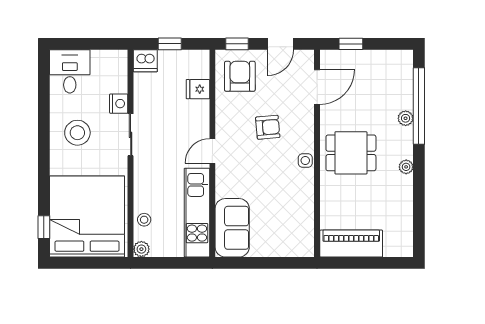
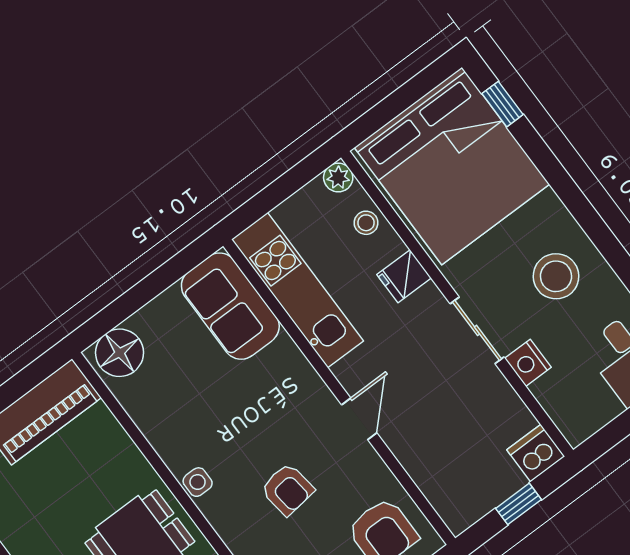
fridge: (198, 89) -> (404, 276), moved, turned 180
armchair: (268, 127) -> (287, 489), turned -92
door: (212, 151) -> (359, 419), moved
floor lamp: (297, 244) -> (120, 353), added

